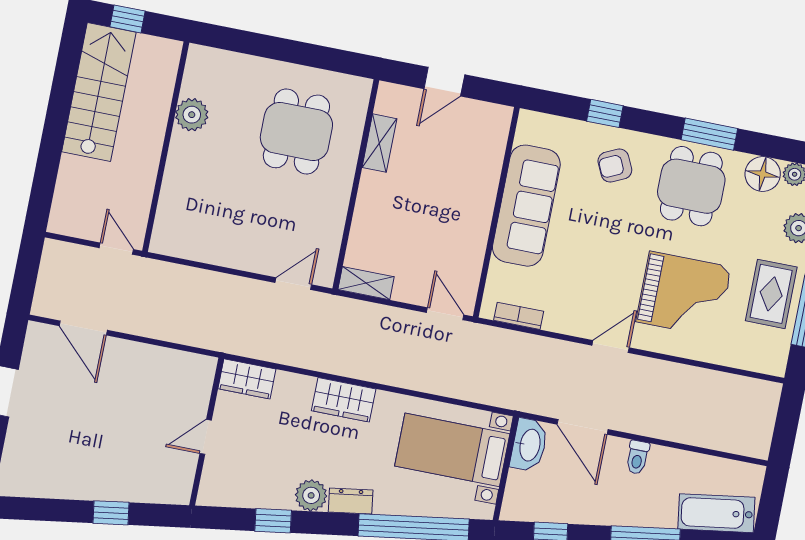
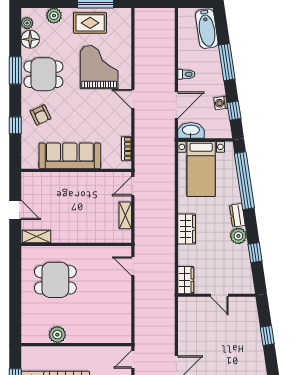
shelving: (379, 143) -> (36, 237), moved
shelving: (366, 283) -> (125, 215), moved
washing machine: (570, 512) -> (221, 103), added

